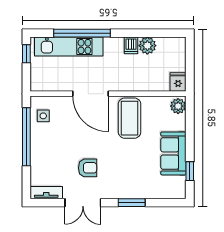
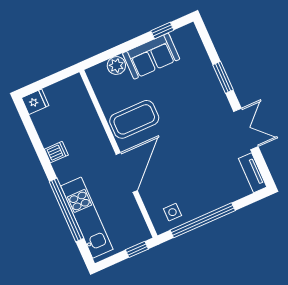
plant: (147, 46) -> (49, 135), removed
window: (26, 54) -> (137, 249), moved
fridge: (178, 82) -> (35, 102), moved, turned 180
plant: (178, 106) -> (116, 66), moved
armchair: (88, 168) -> (207, 141), removed

